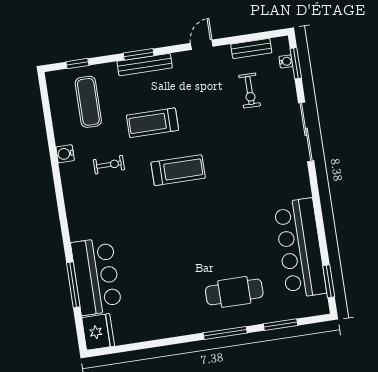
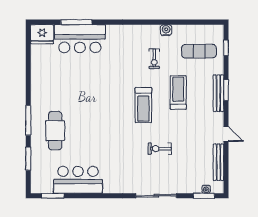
bench: (251, 48) -> (218, 162), width x1.36
exercise bike: (250, 91) -> (160, 149), moved
bar counter: (300, 248) -> (78, 180), width x0.73

